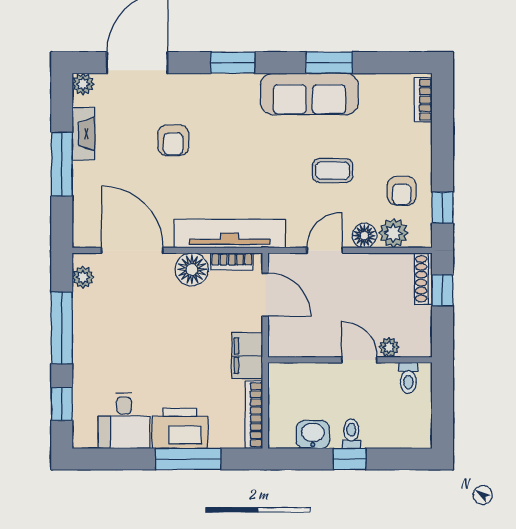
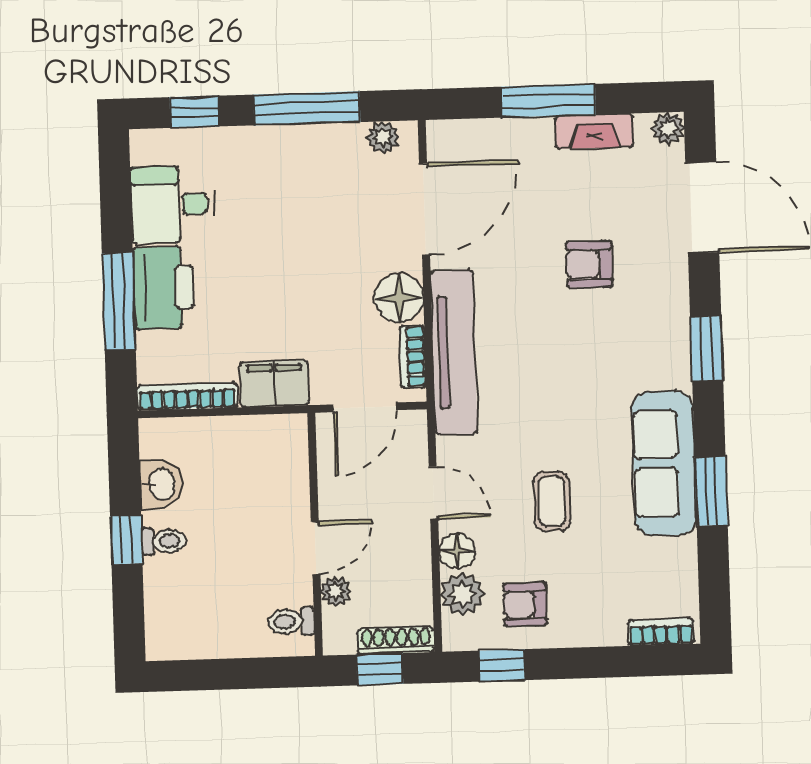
plant: (389, 347) -> (336, 592), moved
wall: (350, 360) -> (315, 534), moved
door: (359, 360) -> (316, 548), moved
toilet: (408, 378) -> (291, 622), moved

